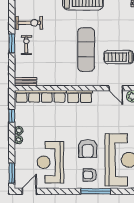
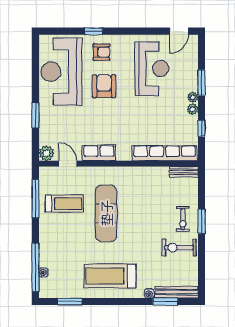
row of seats: (80, 96) -> (99, 153), moved
window: (12, 173) -> (201, 83), moved
window: (96, 191) -> (94, 31), width x0.46

